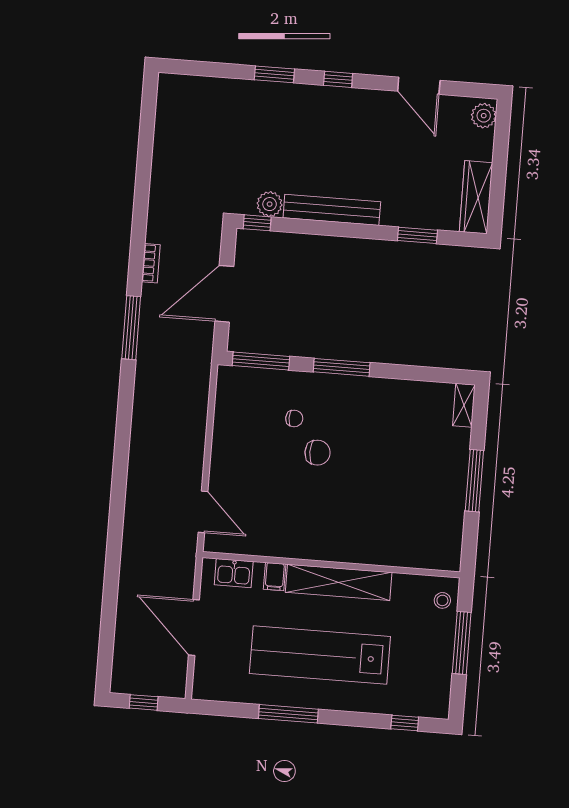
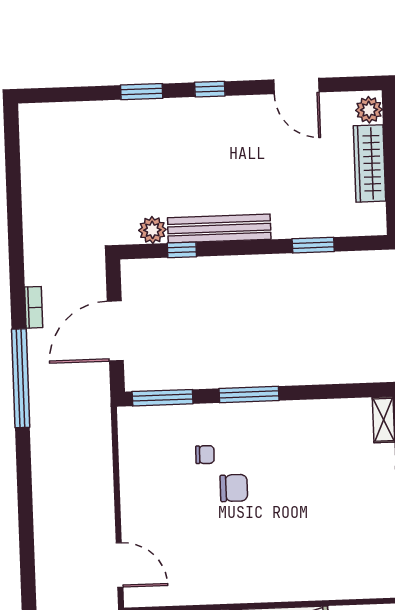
wardrobe: (476, 197) -> (370, 163), moved
window: (257, 223) -> (182, 250), moved
window: (131, 328) -> (21, 378), width x1.46

